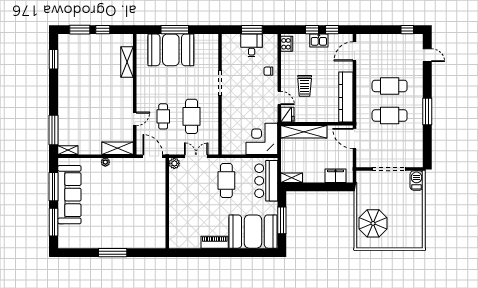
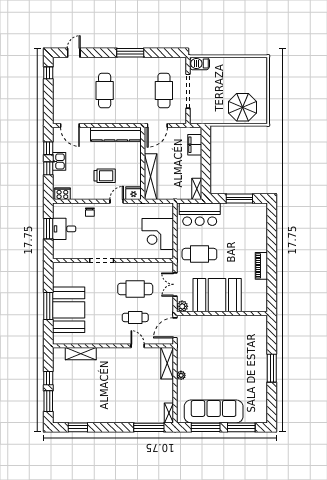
cafe table: (390, 115) -> (164, 91), moved
corner desk: (262, 139) -> (158, 234), moved
booth: (253, 232) -> (217, 295), moved, turned 90

